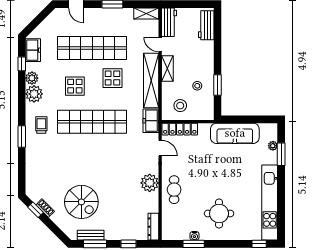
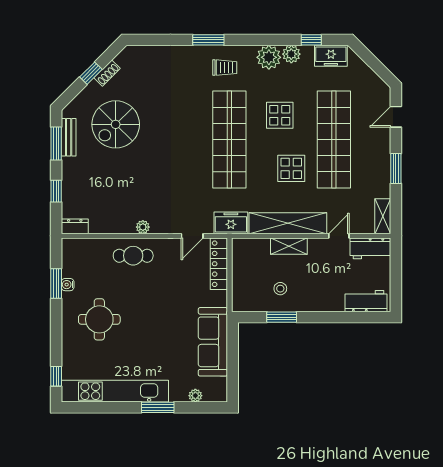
shelving: (167, 69) -> (289, 246), moved
stool: (180, 106) -> (252, 264), removed
window: (281, 154) -> (158, 407), moved
plant: (150, 183) -> (143, 227), width x0.53, depth x0.53
window: (36, 210) -> (91, 73), moved
dresser: (153, 227) -> (75, 226), width x0.70

